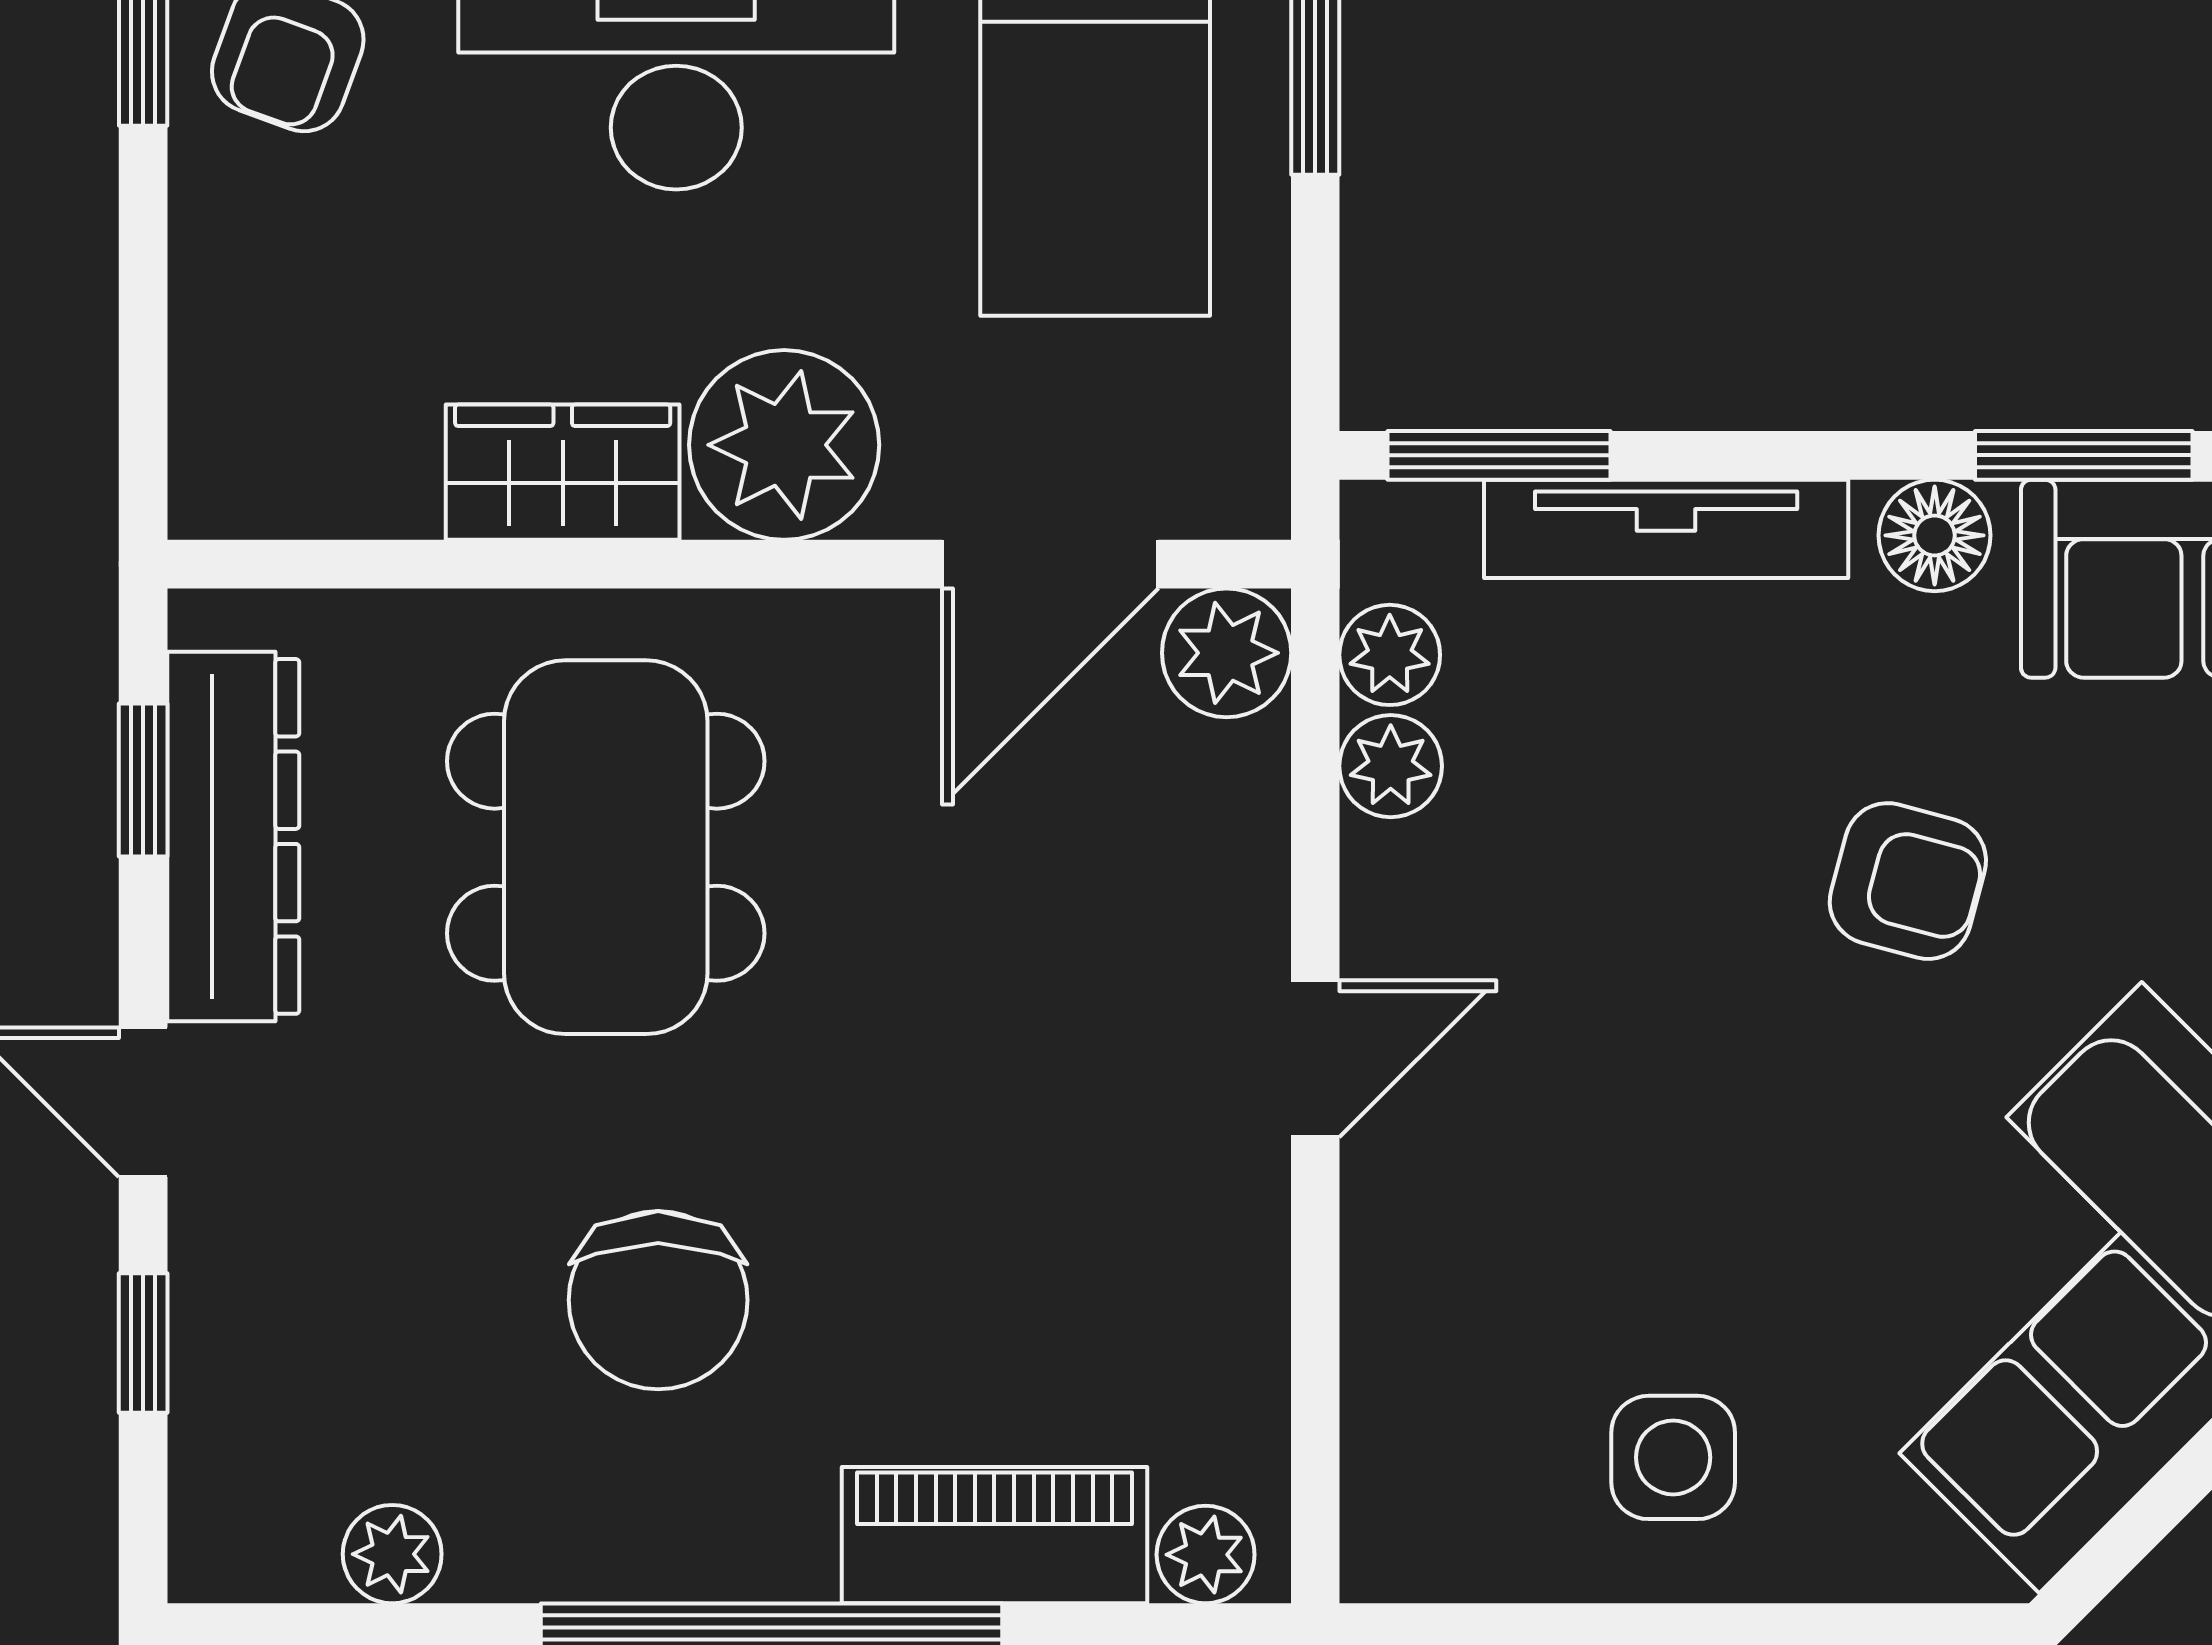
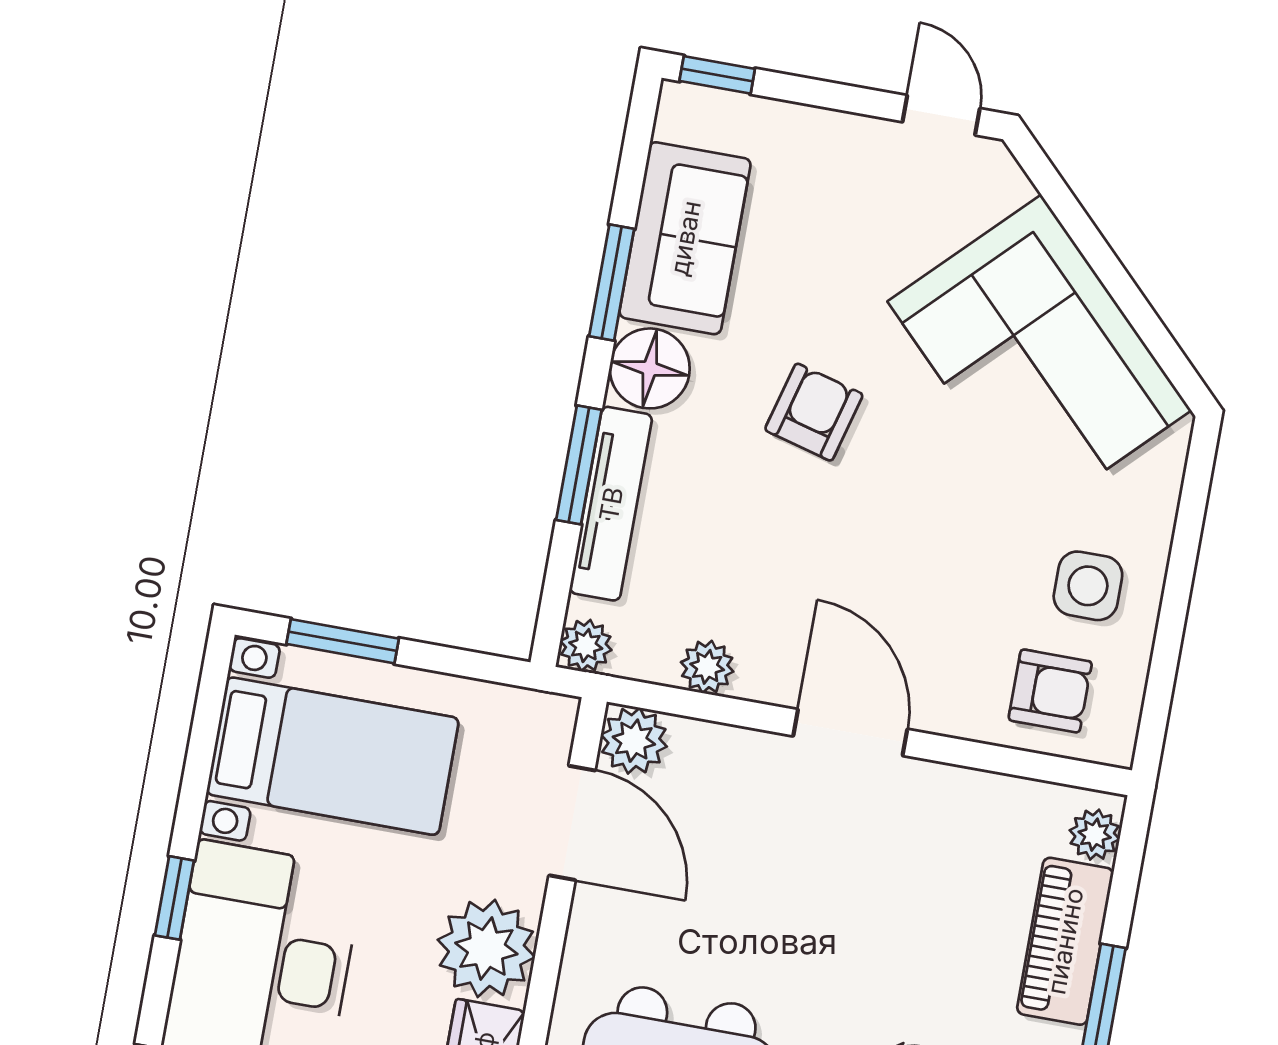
window: (1499, 455) -> (579, 465), moved
floor lamp: (1935, 535) -> (650, 368), width x1.38, depth x1.38
plant: (1390, 655) -> (586, 646), moved
door: (1315, 1059) -> (850, 733), width x1.38
armchair: (1462, 1422) -> (1050, 691), added

